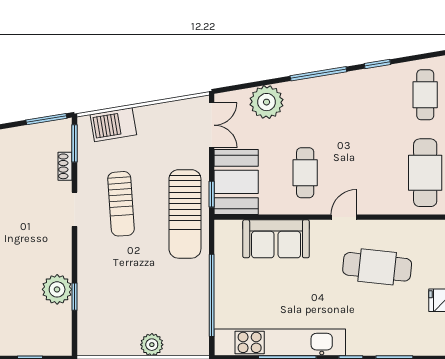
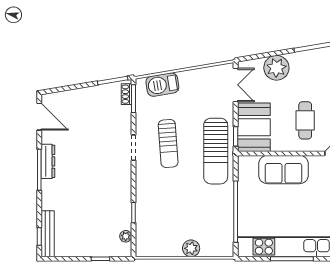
shoe rack: (65, 166) -> (127, 94), moved
plant: (57, 289) -> (126, 236), moved, width x0.53, depth x0.53

